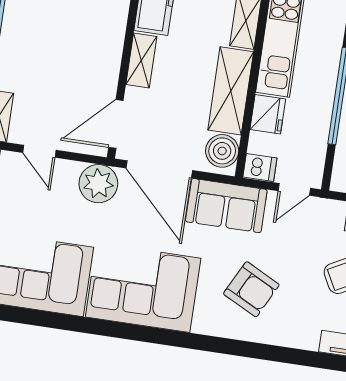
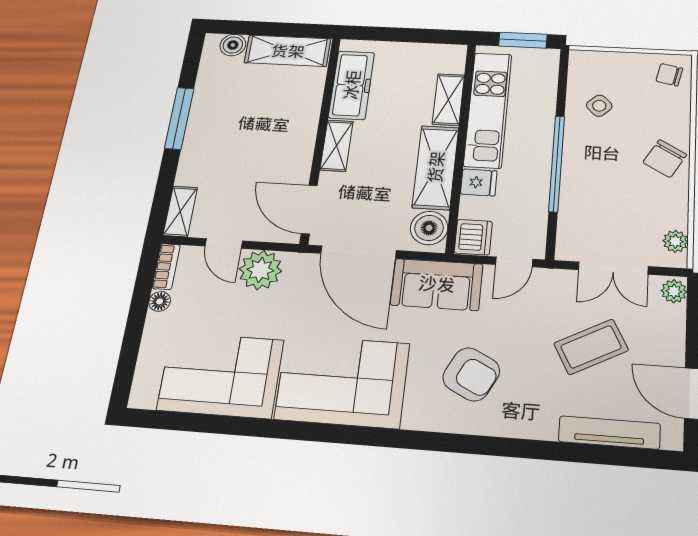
fridge: (268, 114) -> (479, 182), width x0.72
door: (116, 124) -> (309, 210), hinge flipped
dishwasher: (260, 167) -> (473, 237), width x1.38
plant: (98, 184) -> (260, 270), moved

